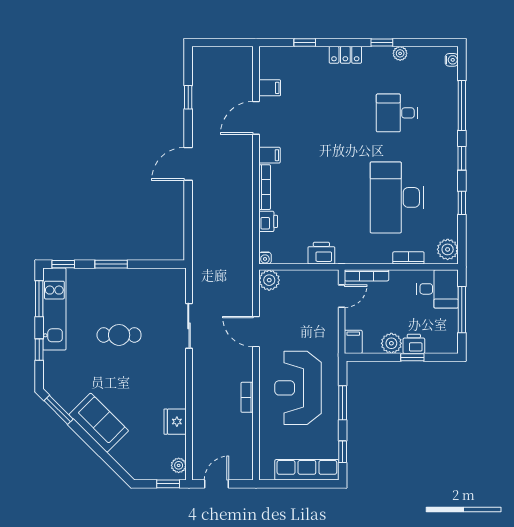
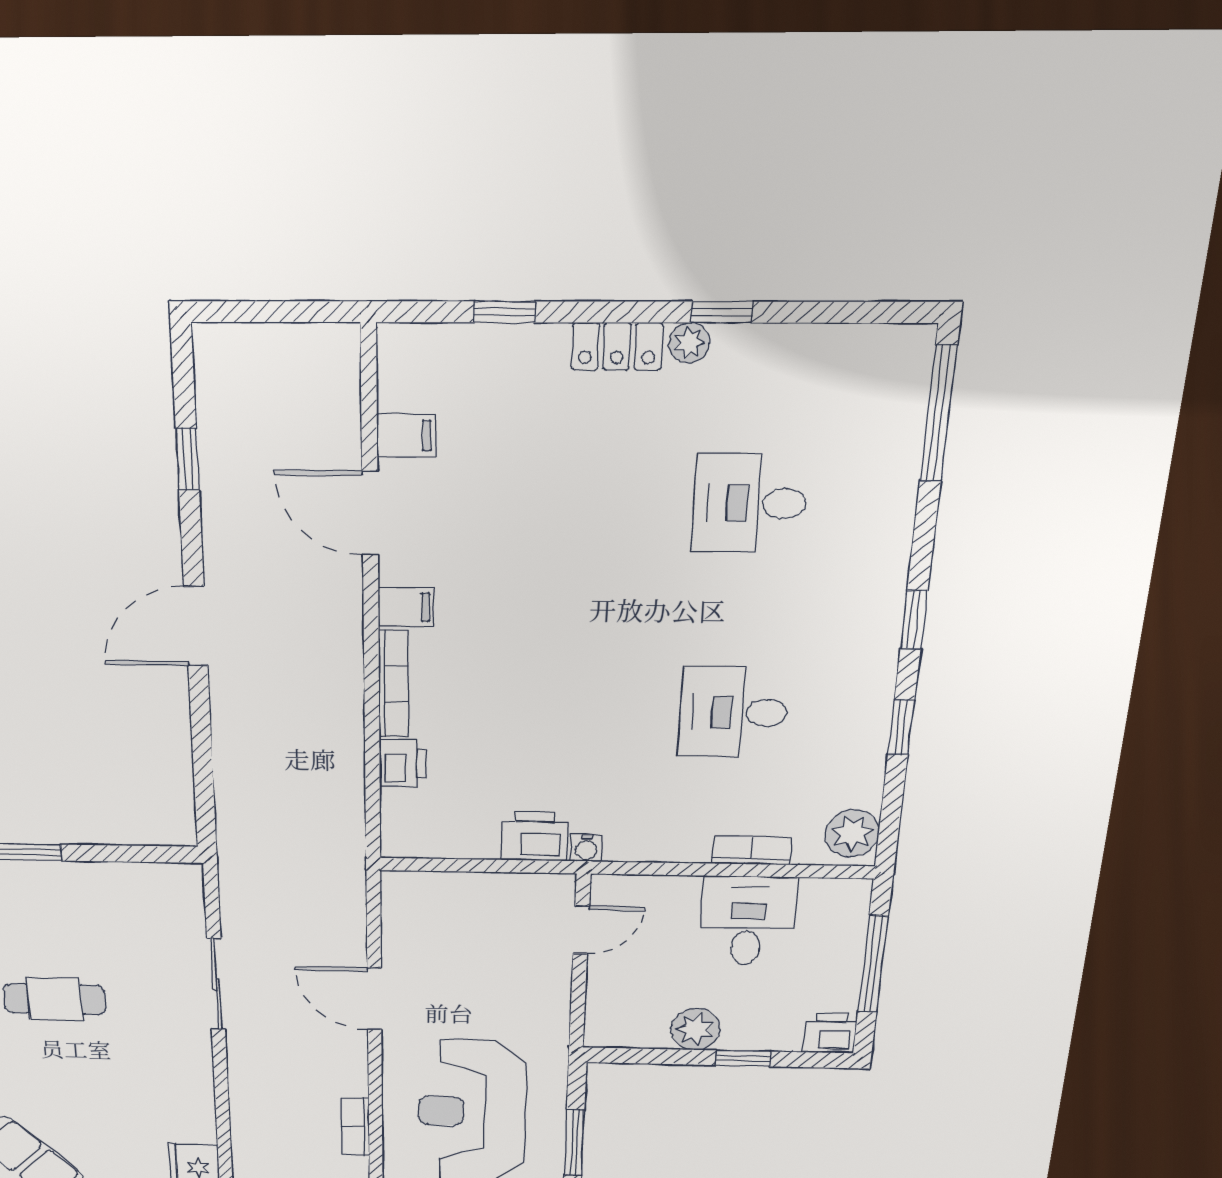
plant: (400, 53) -> (689, 343), moved
water cooler: (452, 60) -> (916, 361), removed
window: (462, 105) -> (938, 414), moved
door: (256, 118) -> (370, 513), hinge flipped
desk: (397, 197) -> (733, 712), width x0.53, depth x0.77
water cooler: (265, 258) -> (586, 848), moved
bookcase: (367, 275) -> (644, 887), removed
plant: (269, 280) -> (405, 893), removed
desk: (437, 289) -> (748, 921), moved, turned -90
filing cabinet: (353, 342) -> (605, 1024), removed
printer: (414, 344) -> (830, 1033), moved

